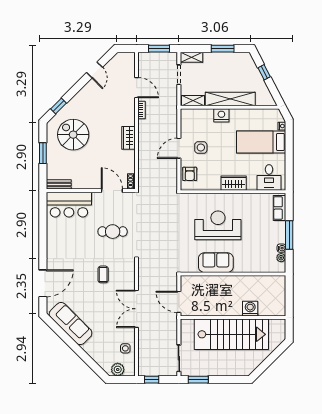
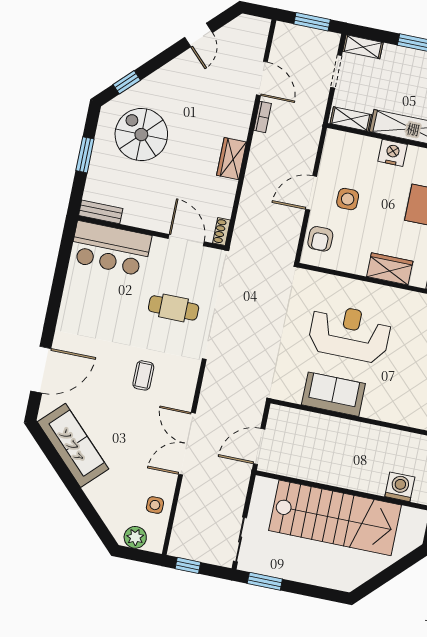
door: (179, 302) -> (259, 446), hinge flipped
washing machine: (250, 309) -> (400, 487), moved

